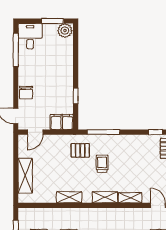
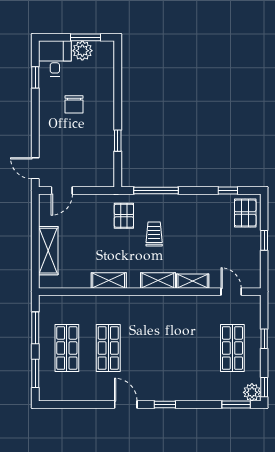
plant: (65, 31) -> (82, 51), moved
window: (16, 50) -> (35, 77), width x0.46
chair: (26, 92) -> (74, 104), moved
filing cabinet: (62, 122) -> (98, 177), removed
pallet: (80, 150) -> (124, 216), turned 90

